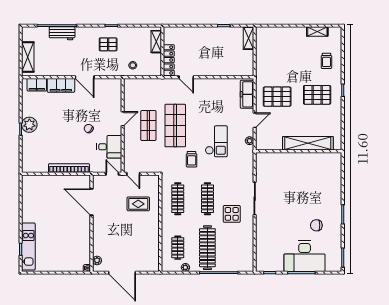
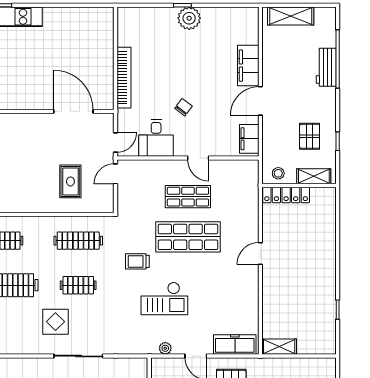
shelving: (248, 38) -> (279, 347), moved
shelving: (156, 42) -> (314, 176), moved
wall: (162, 51) -> (299, 185), moved
locker: (169, 60) -> (286, 195), moved
filing cabinet: (37, 85) -> (249, 139), moved
clothes rail: (207, 199) -> (78, 285), width x0.73
door: (91, 202) -> (73, 111), hinge flipped

